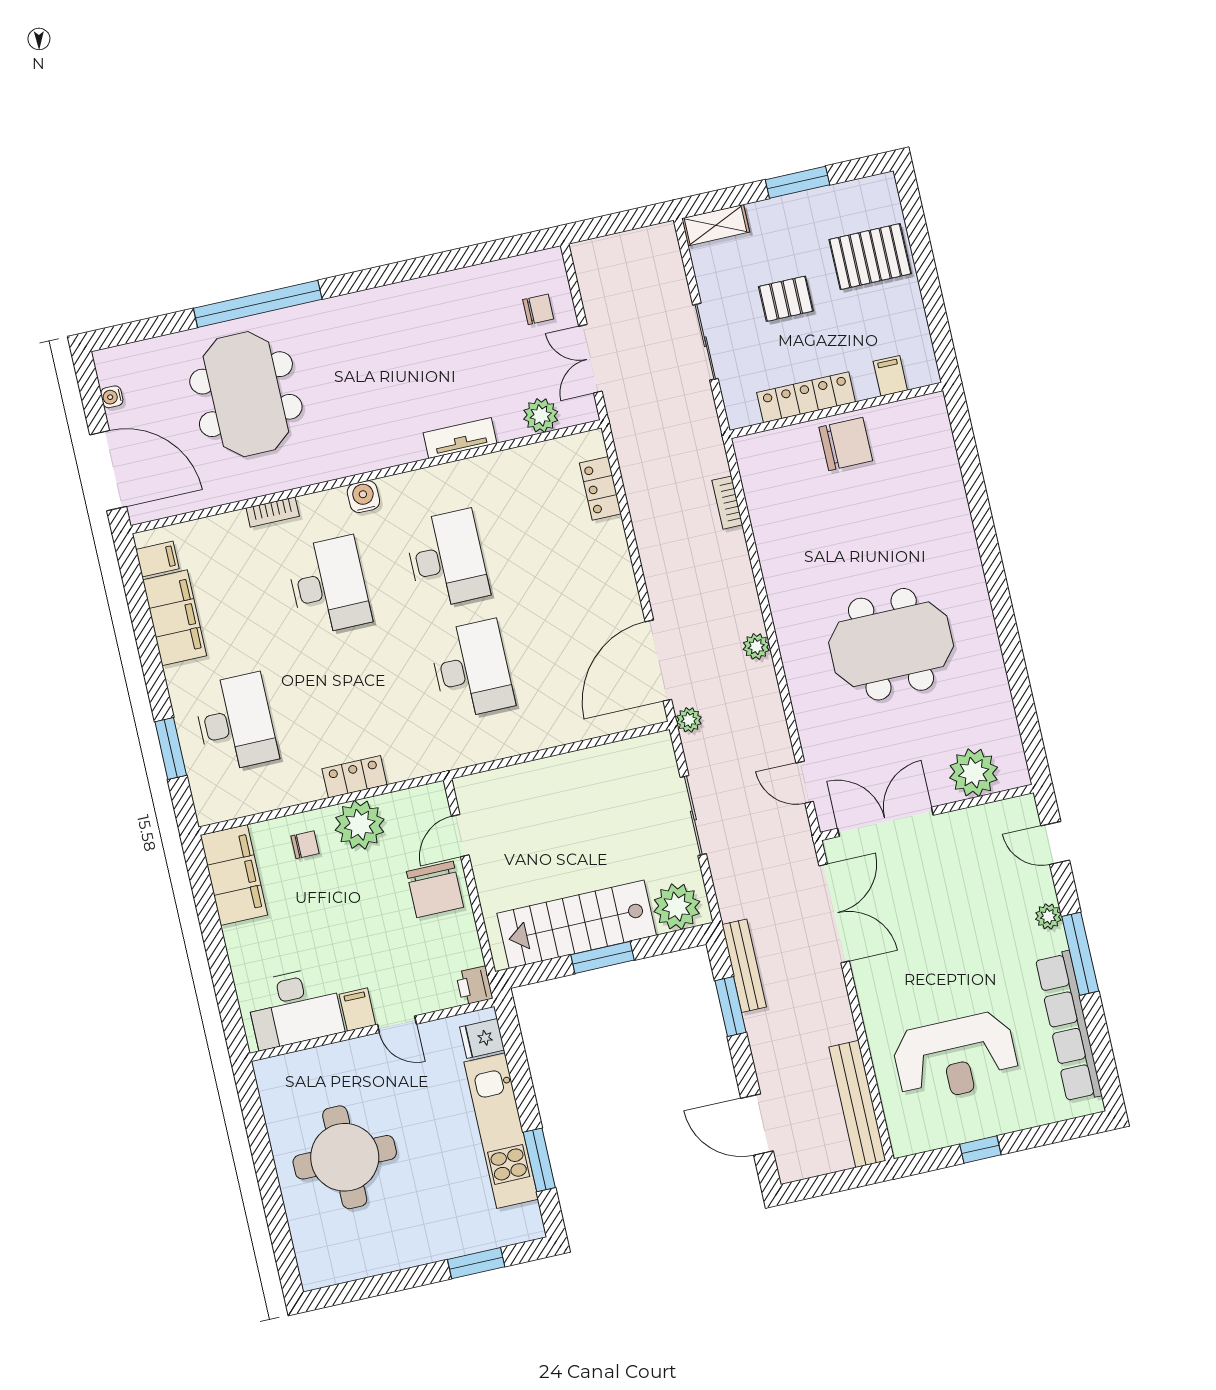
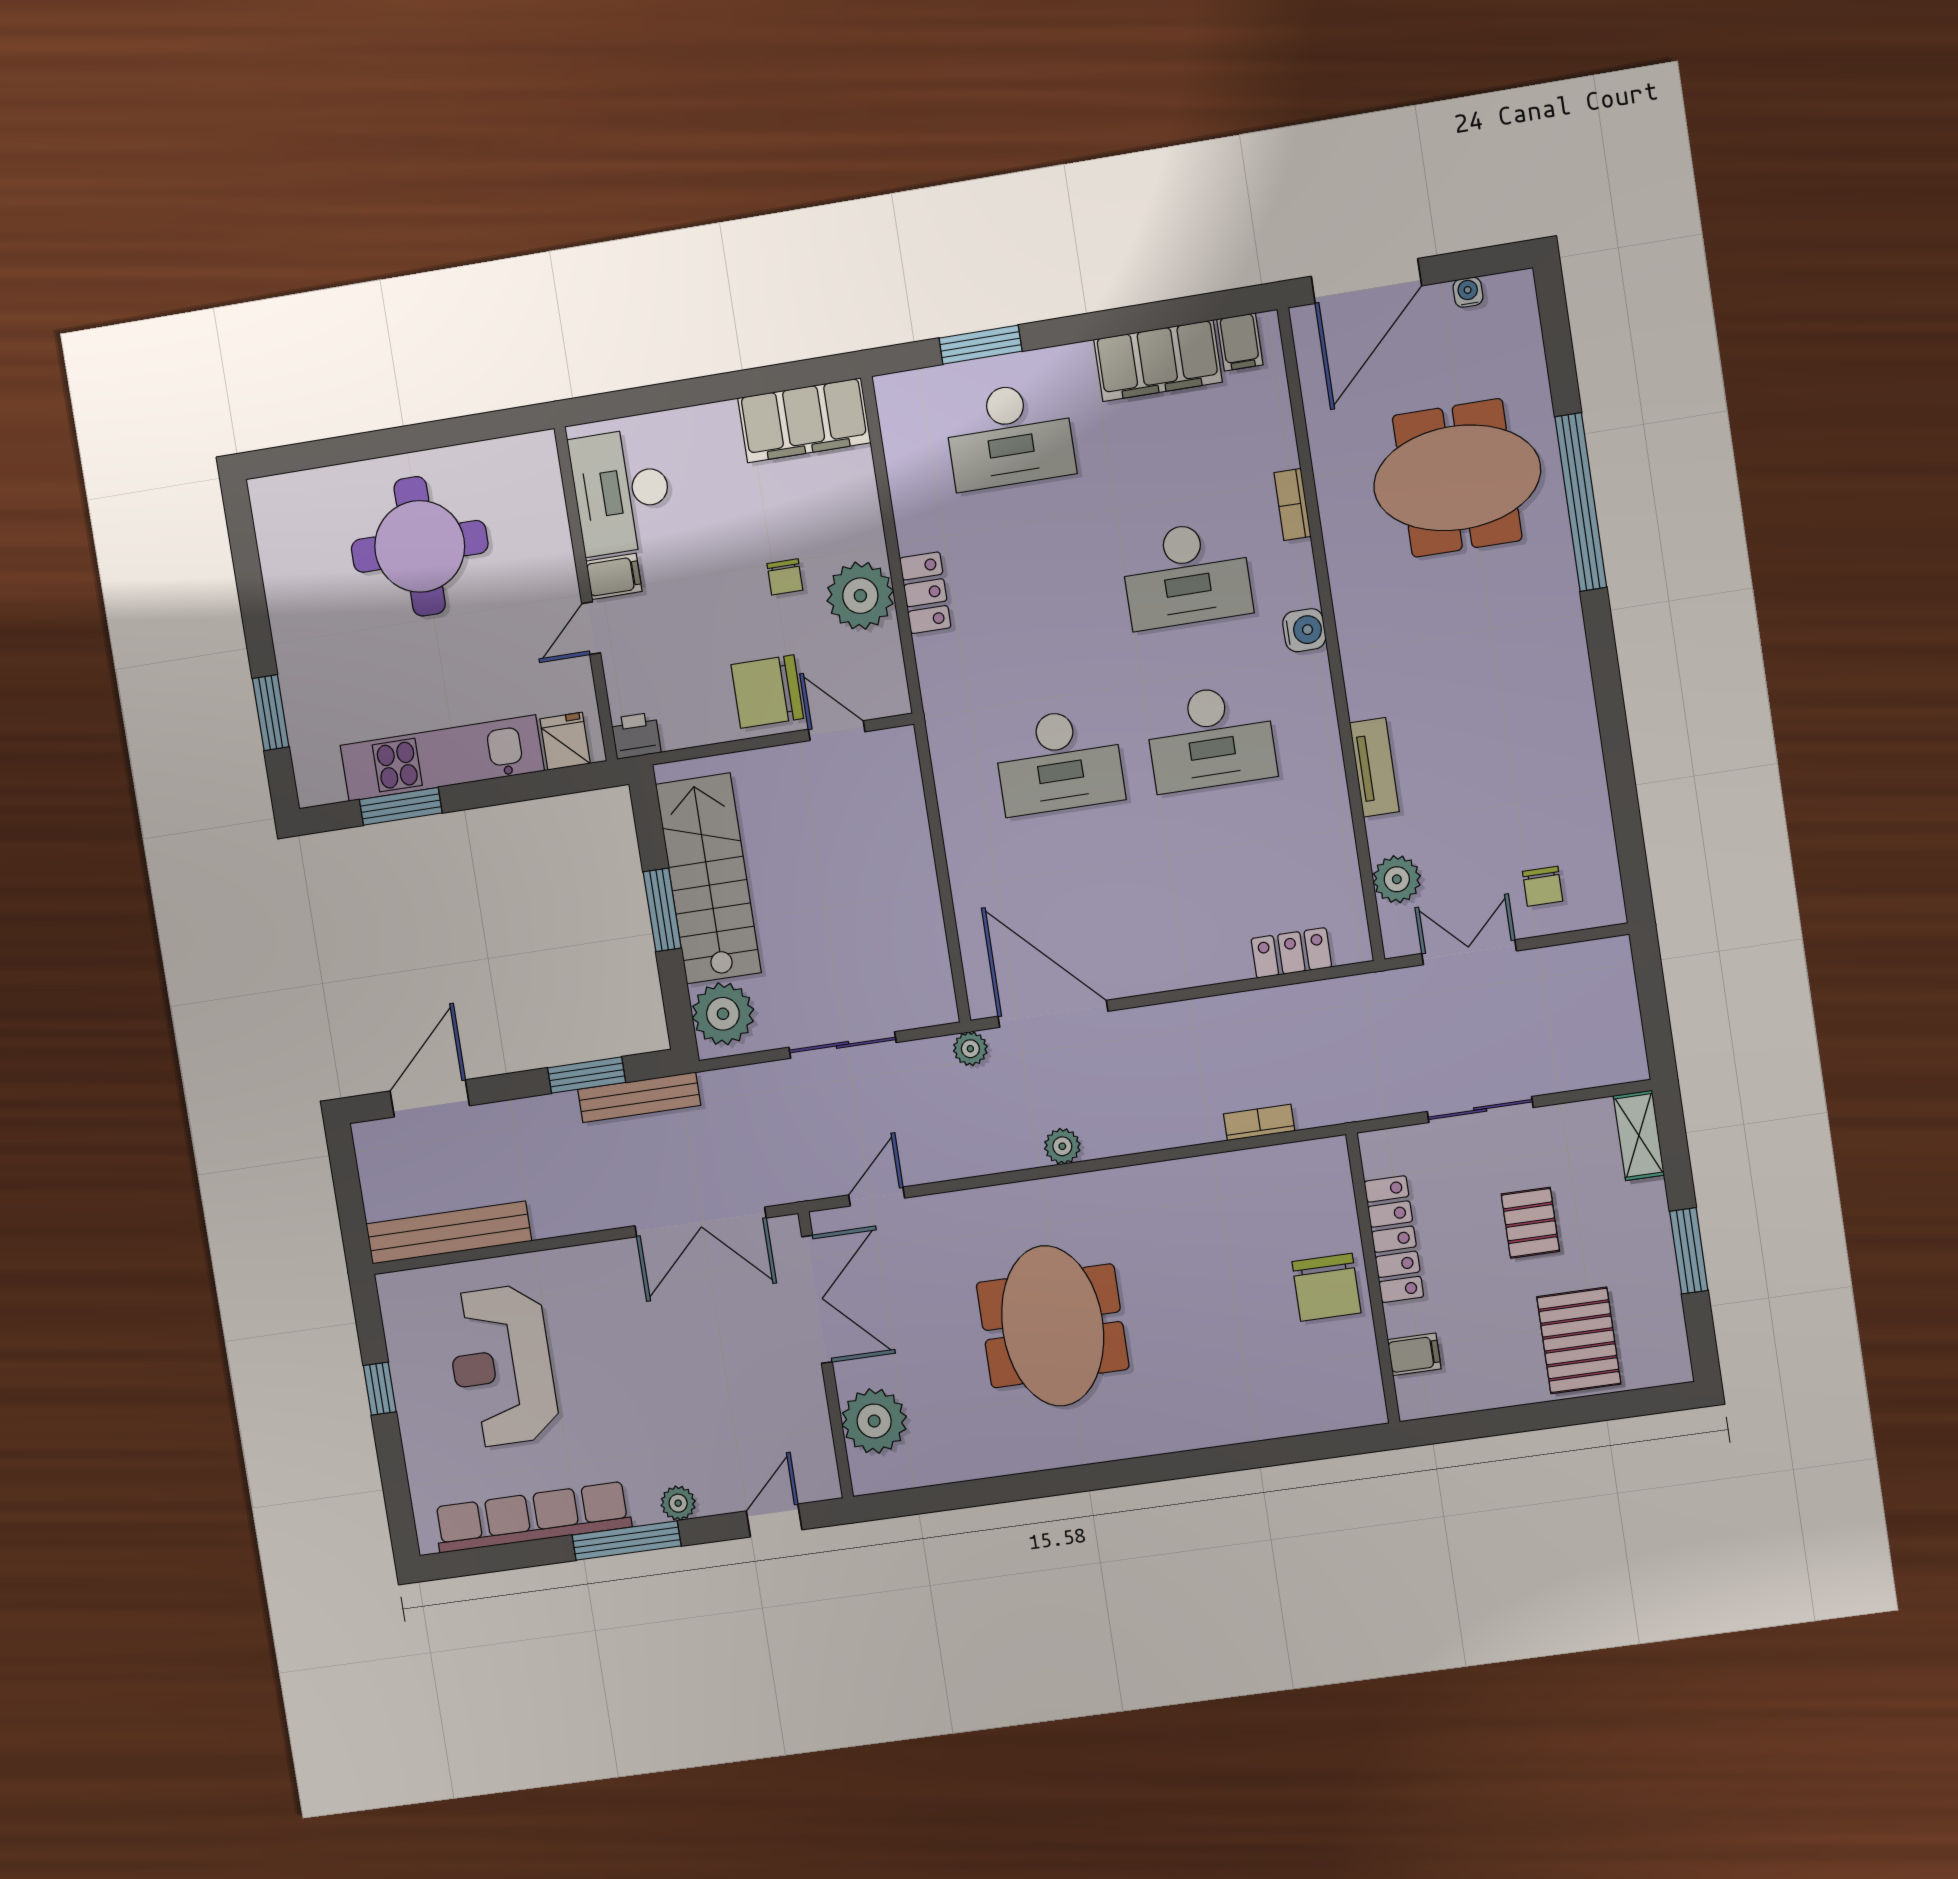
chair: (305, 845) -> (785, 577), moved

